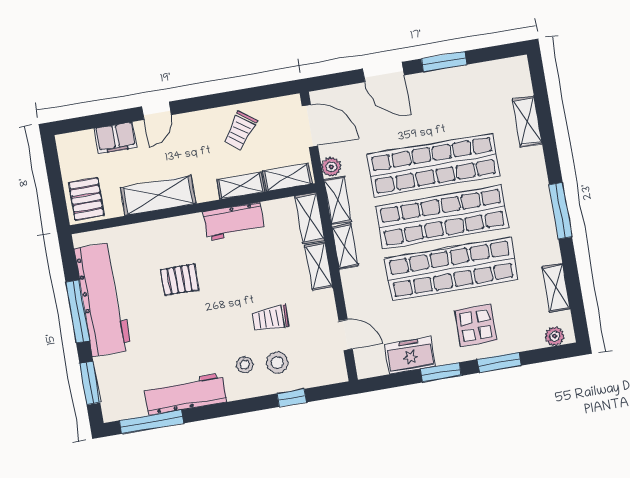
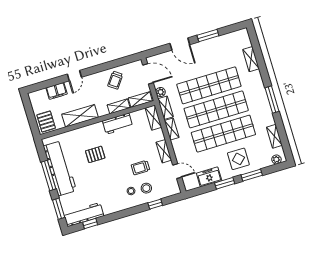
shelving: (319, 266) -> (164, 151), moved
workbench: (185, 394) -> (84, 215), moved
window: (152, 422) -> (90, 224), width x0.46

